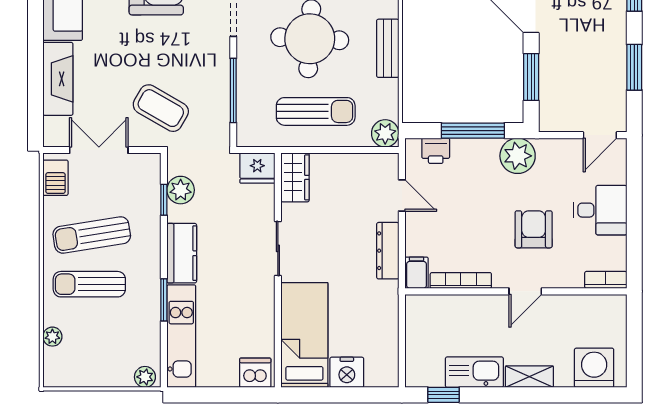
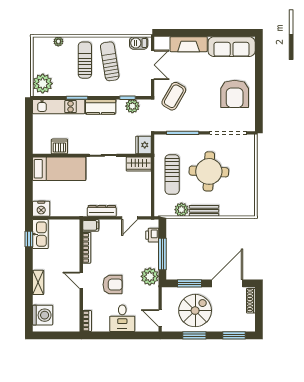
spiral stairs: (585, 66) -> (195, 311), added
plant: (385, 133) -> (181, 210), moved
nightstand: (347, 372) -> (41, 209), moved, turned -90
kitchen sink: (474, 372) -> (40, 234), moved
dishwasher: (255, 373) -> (59, 146), moved, turned -90
plant: (145, 377) -> (43, 84), width x1.87, depth x1.87

